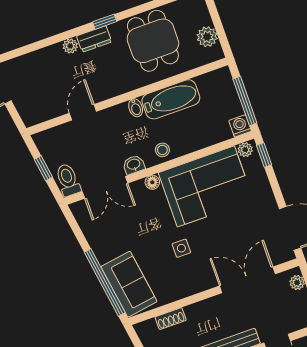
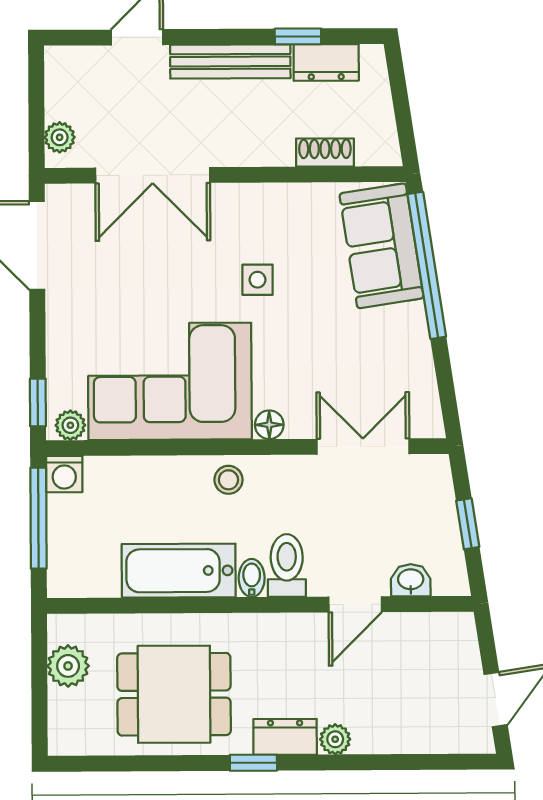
dining table: (153, 41) -> (174, 694), turned 90
washbasin: (134, 165) -> (411, 580), moved, turned 180
toilet: (68, 180) -> (287, 566), moved, turned 180

